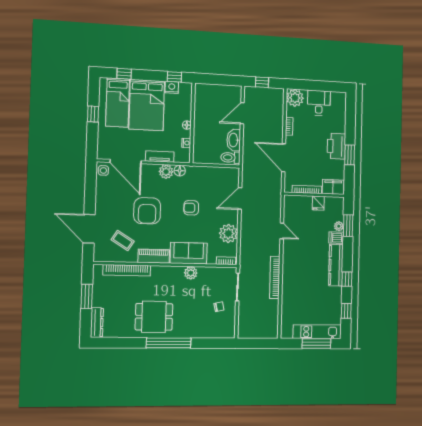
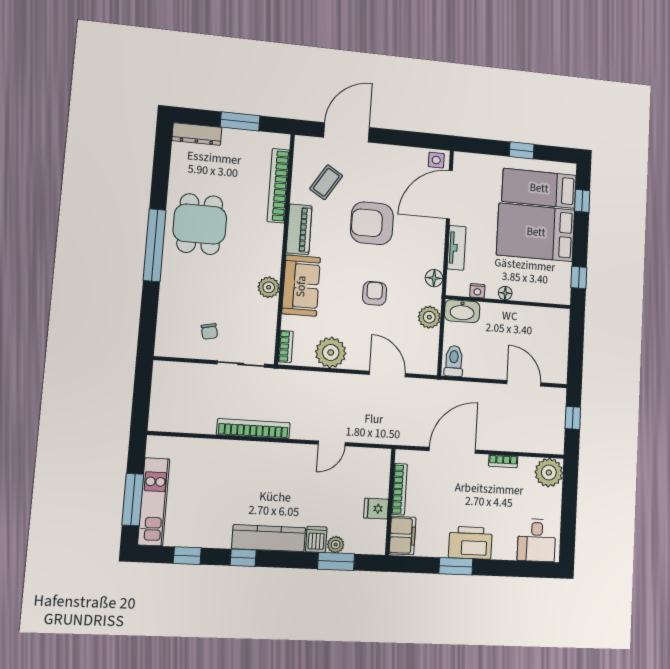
nightstand: (172, 87) -> (563, 272), removed
desk: (319, 103) -> (537, 540), moved, turned 90
washbasin: (234, 140) -> (462, 311), moved, turned 180
plant: (166, 172) -> (429, 317), moved

